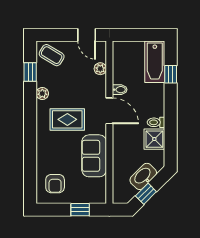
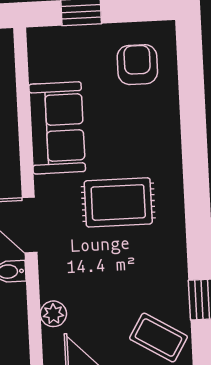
plant: (42, 94) -> (174, 255), removed

